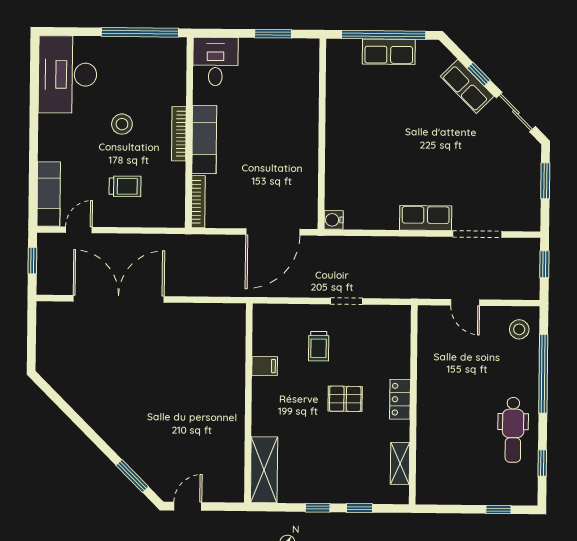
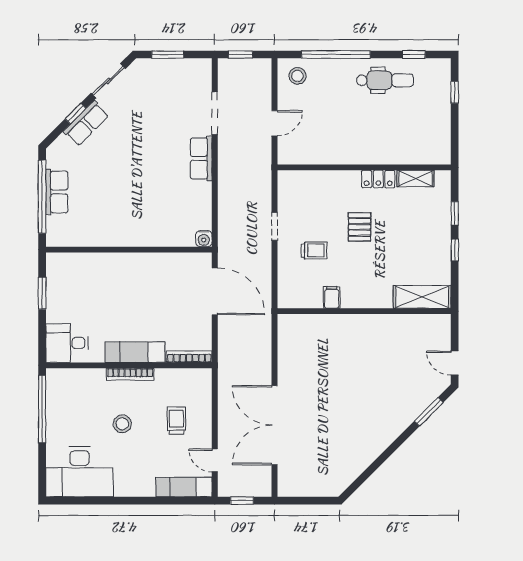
locker: (400, 399) -> (378, 179), moved

